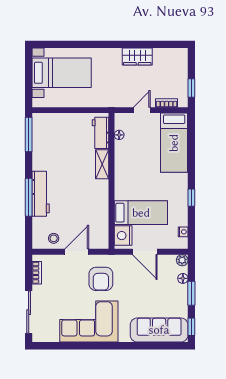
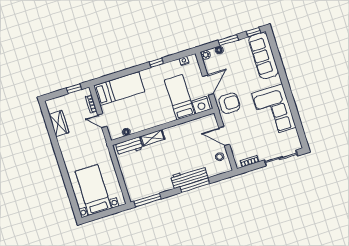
wardrobe: (137, 57) -> (59, 123), moved
armchair: (101, 279) -> (229, 103), moved

